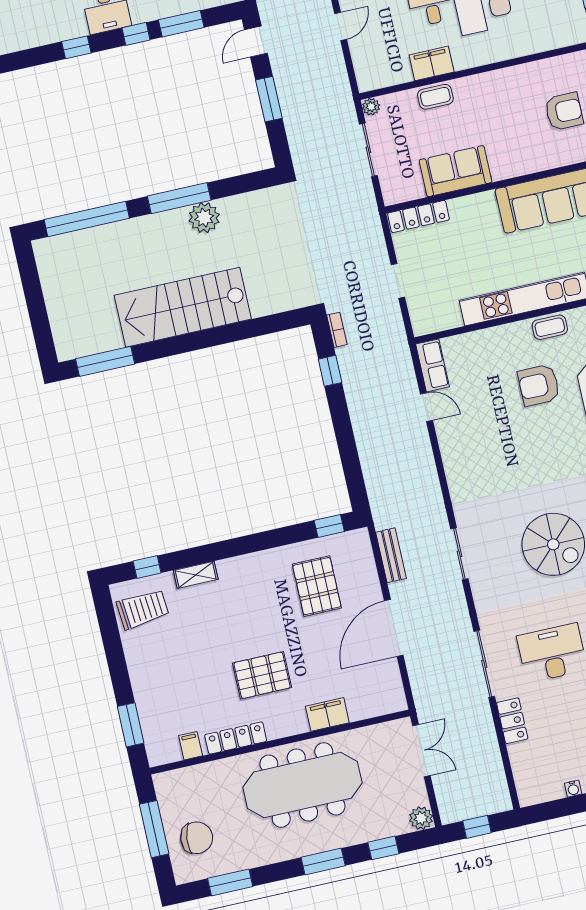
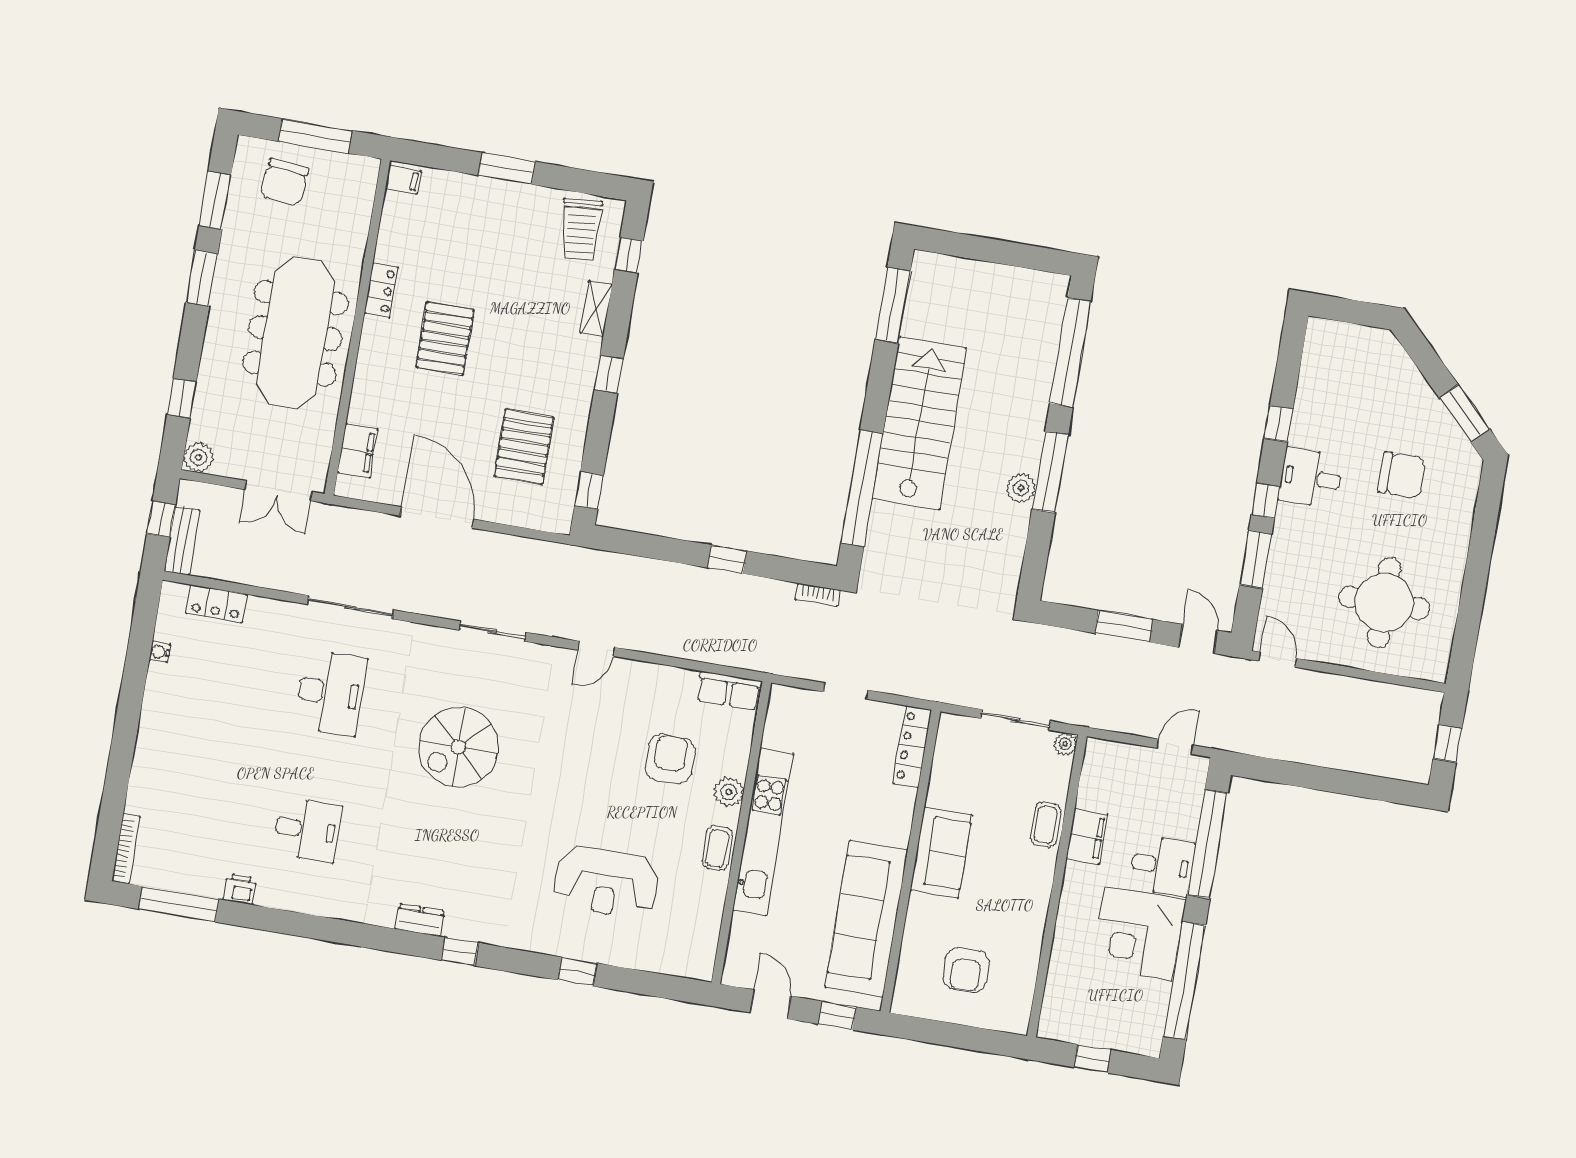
door: (341, 26) -> (1175, 747), swing flipped
sofa: (456, 171) -> (941, 852), moved
plant: (204, 218) -> (1021, 488), width x0.73, depth x0.73
window: (247, 329) -> (862, 488), added
plant: (506, 336) -> (729, 792), added
window: (330, 371) -> (727, 559), moved
armchair: (539, 385) -> (670, 759), moved
door: (426, 407) -> (596, 649), moved
window: (239, 546) -> (609, 374), added
bench: (391, 555) -> (182, 540), moved, turned 90
pallet: (317, 586) -> (524, 447), turned 90
filing cabinet: (327, 714) -> (358, 451), moved
locker: (512, 721) -> (216, 604), moved
window: (131, 725) -> (507, 168), moved
locker: (236, 738) -> (381, 290), width x0.66
filing cabinet: (191, 746) -> (403, 180), moved
window: (323, 862) -> (202, 278), moved

